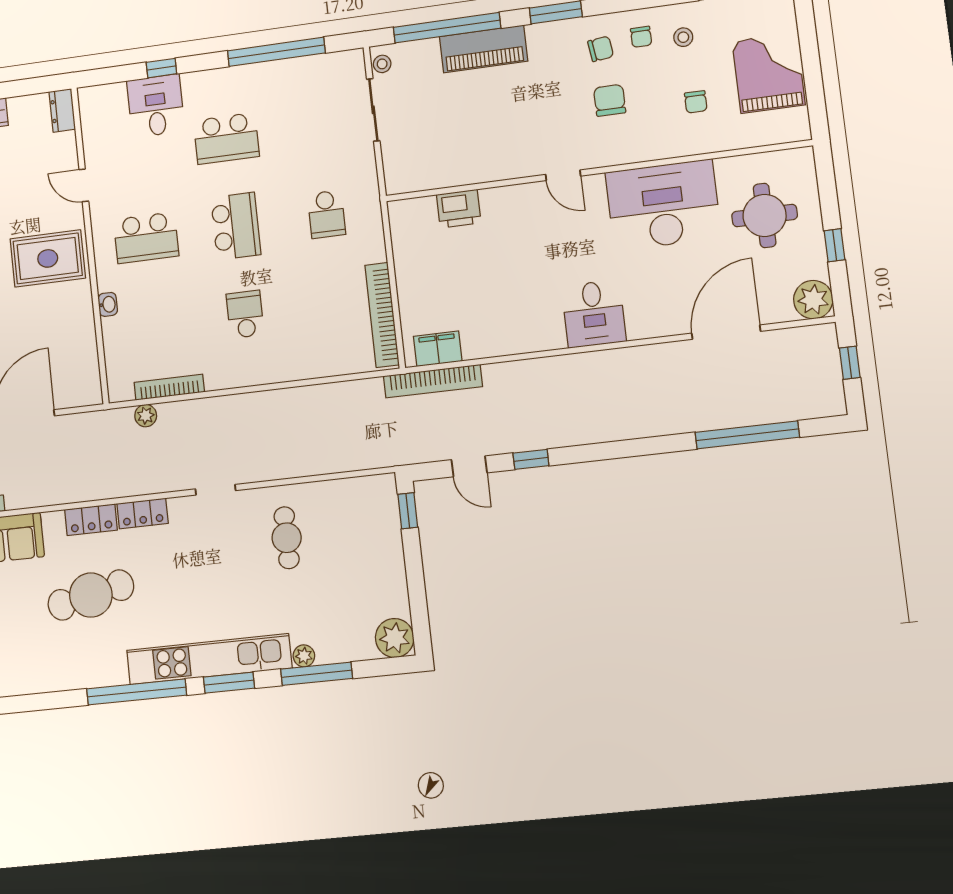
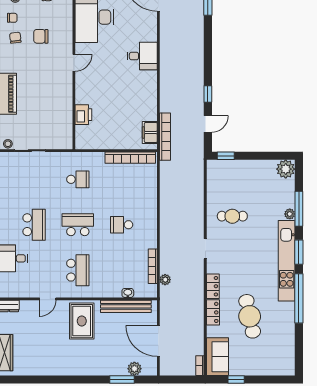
washbasin: (108, 304) -> (128, 293), moved
bench: (85, 343) -> (126, 306), added

